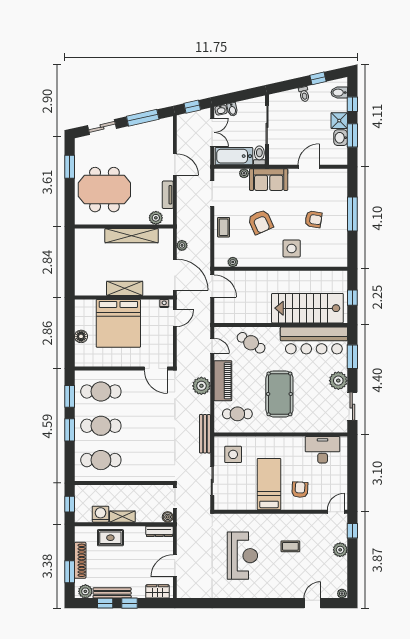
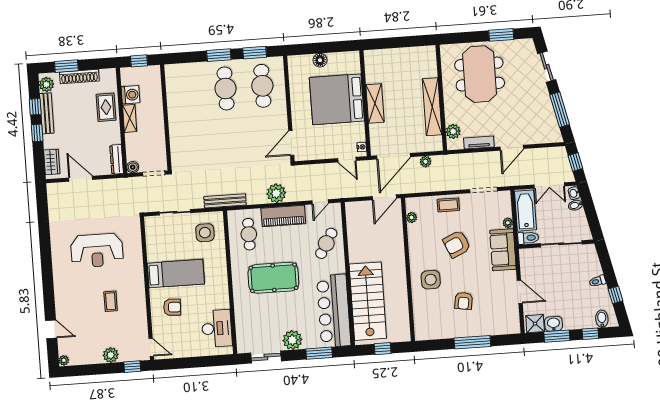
shower: (339, 121) -> (535, 324), moved
cafe table: (101, 460) -> (189, 91), removed

